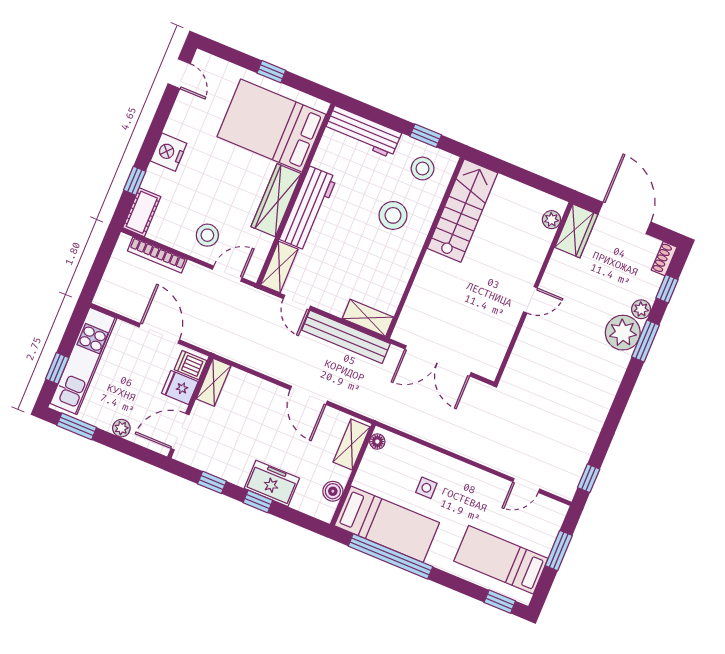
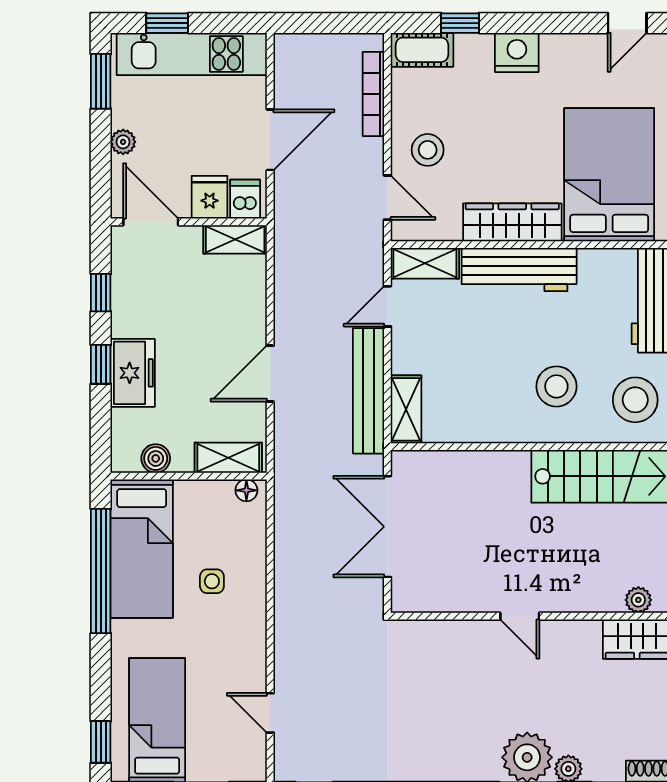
stool: (423, 169) -> (635, 400), width x1.38, depth x1.38

